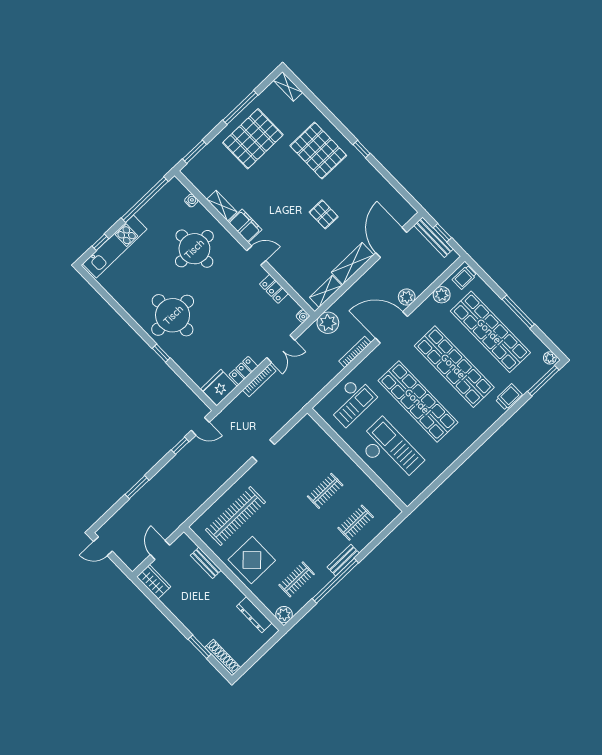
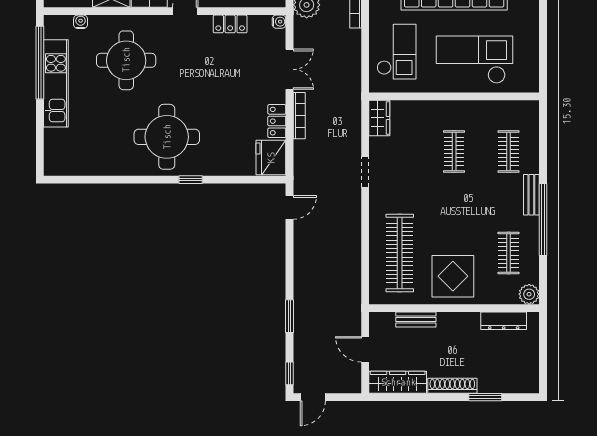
window: (100, 242) -> (40, 139), removed
kitchen unit: (115, 246) -> (56, 83), moved
wardrobe: (303, 429) -> (379, 118), added
window: (180, 446) -> (290, 373), moved
wardrobe: (154, 582) -> (398, 382), width x1.50
shoe rack: (223, 658) -> (452, 386), moved

